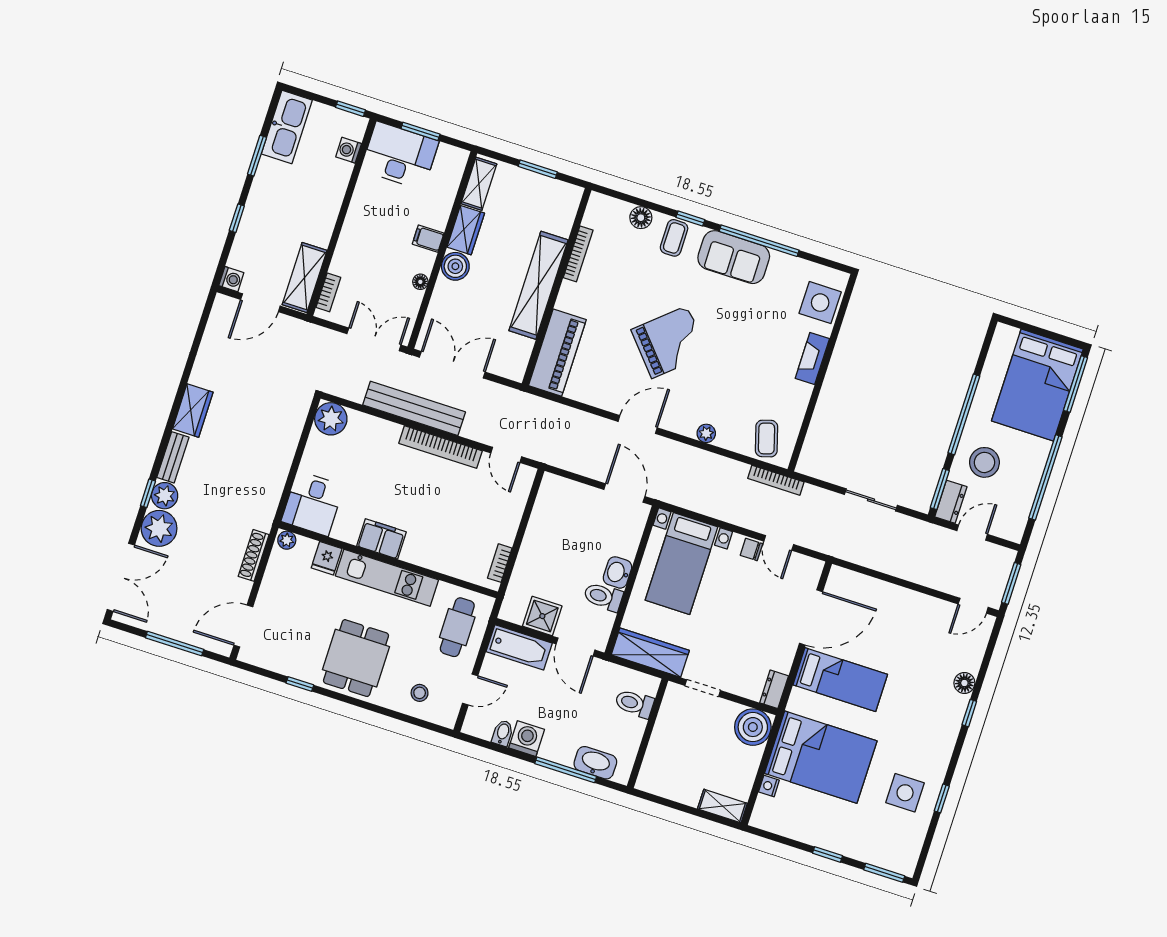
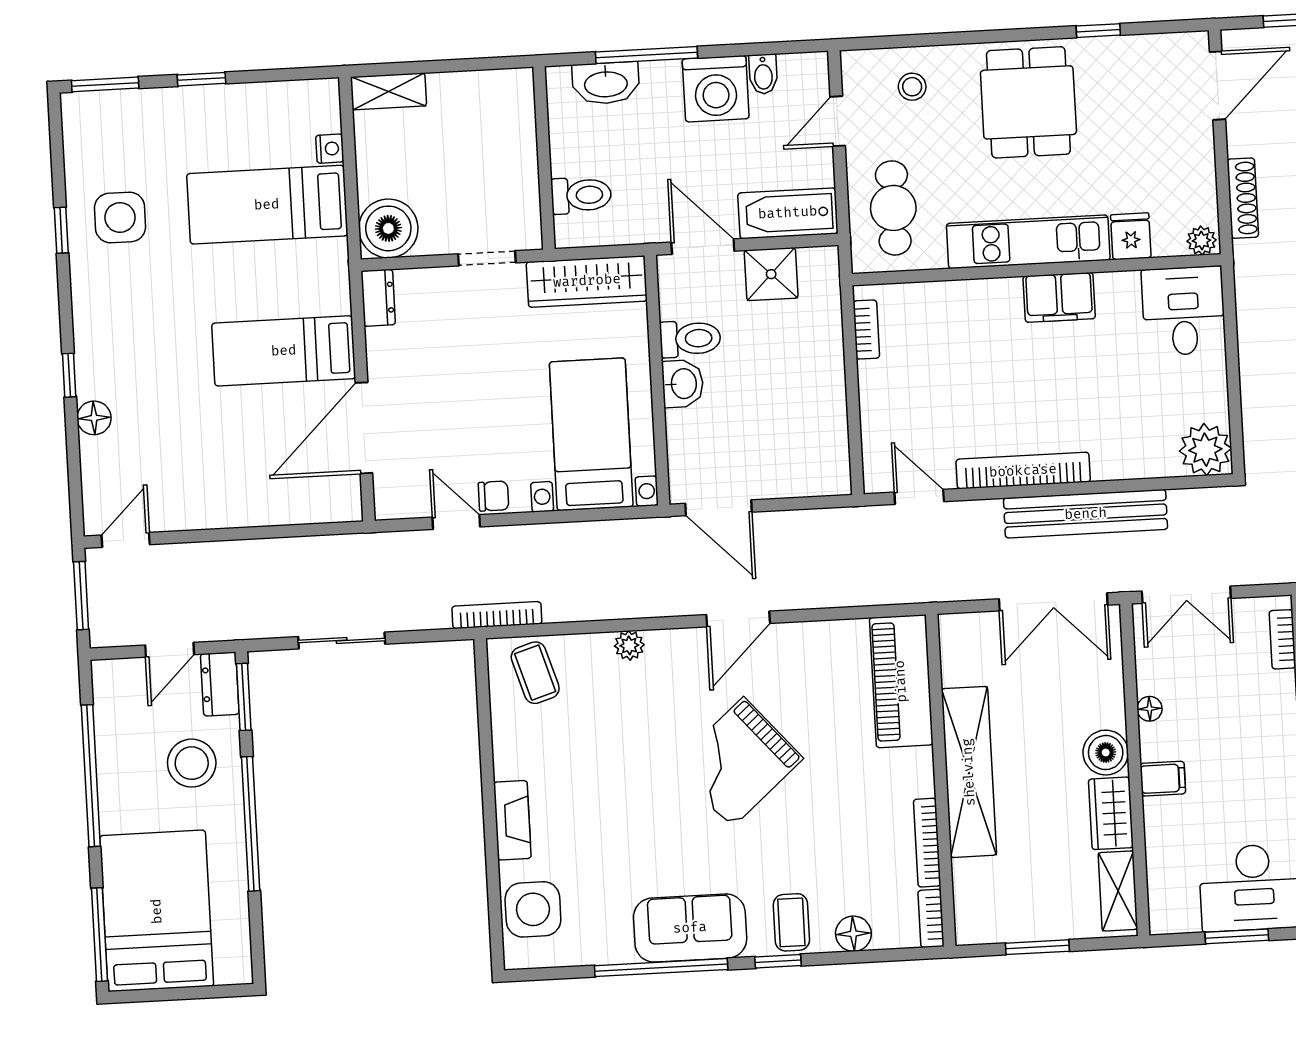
bookcase: (593, 209) -> (931, 918), added
washing machine: (527, 739) -> (716, 89), width x1.37, depth x1.37
bed: (821, 757) -> (267, 205), width x0.67

